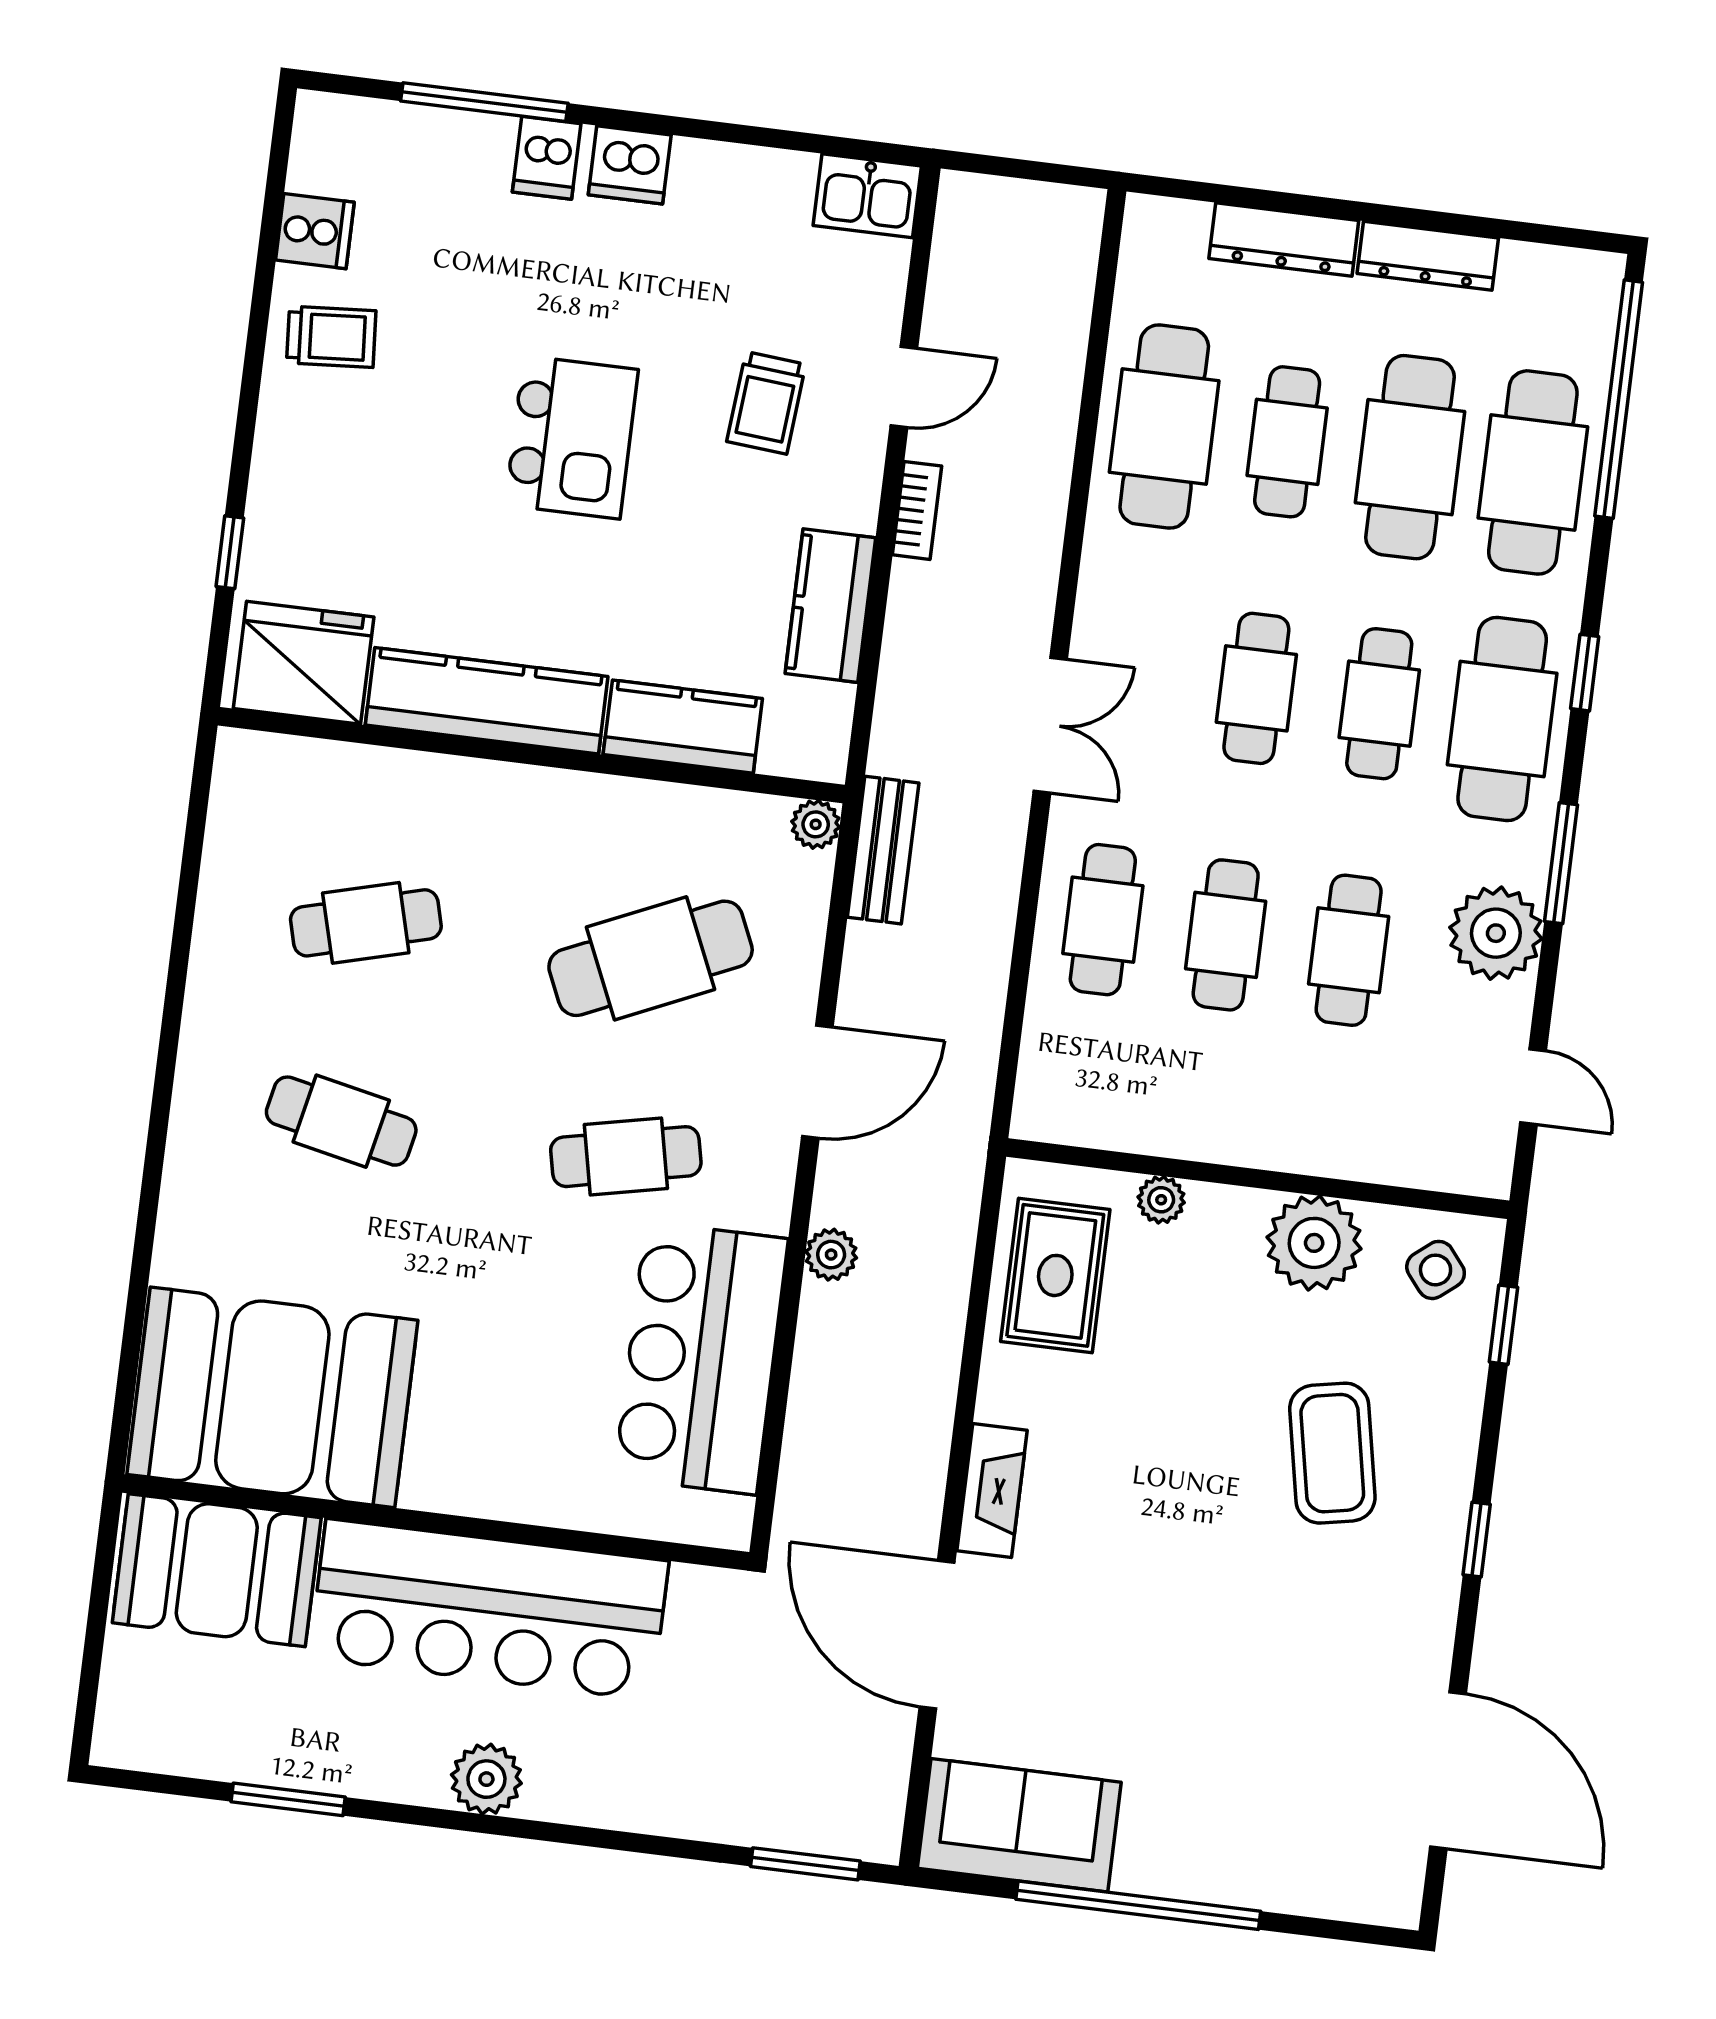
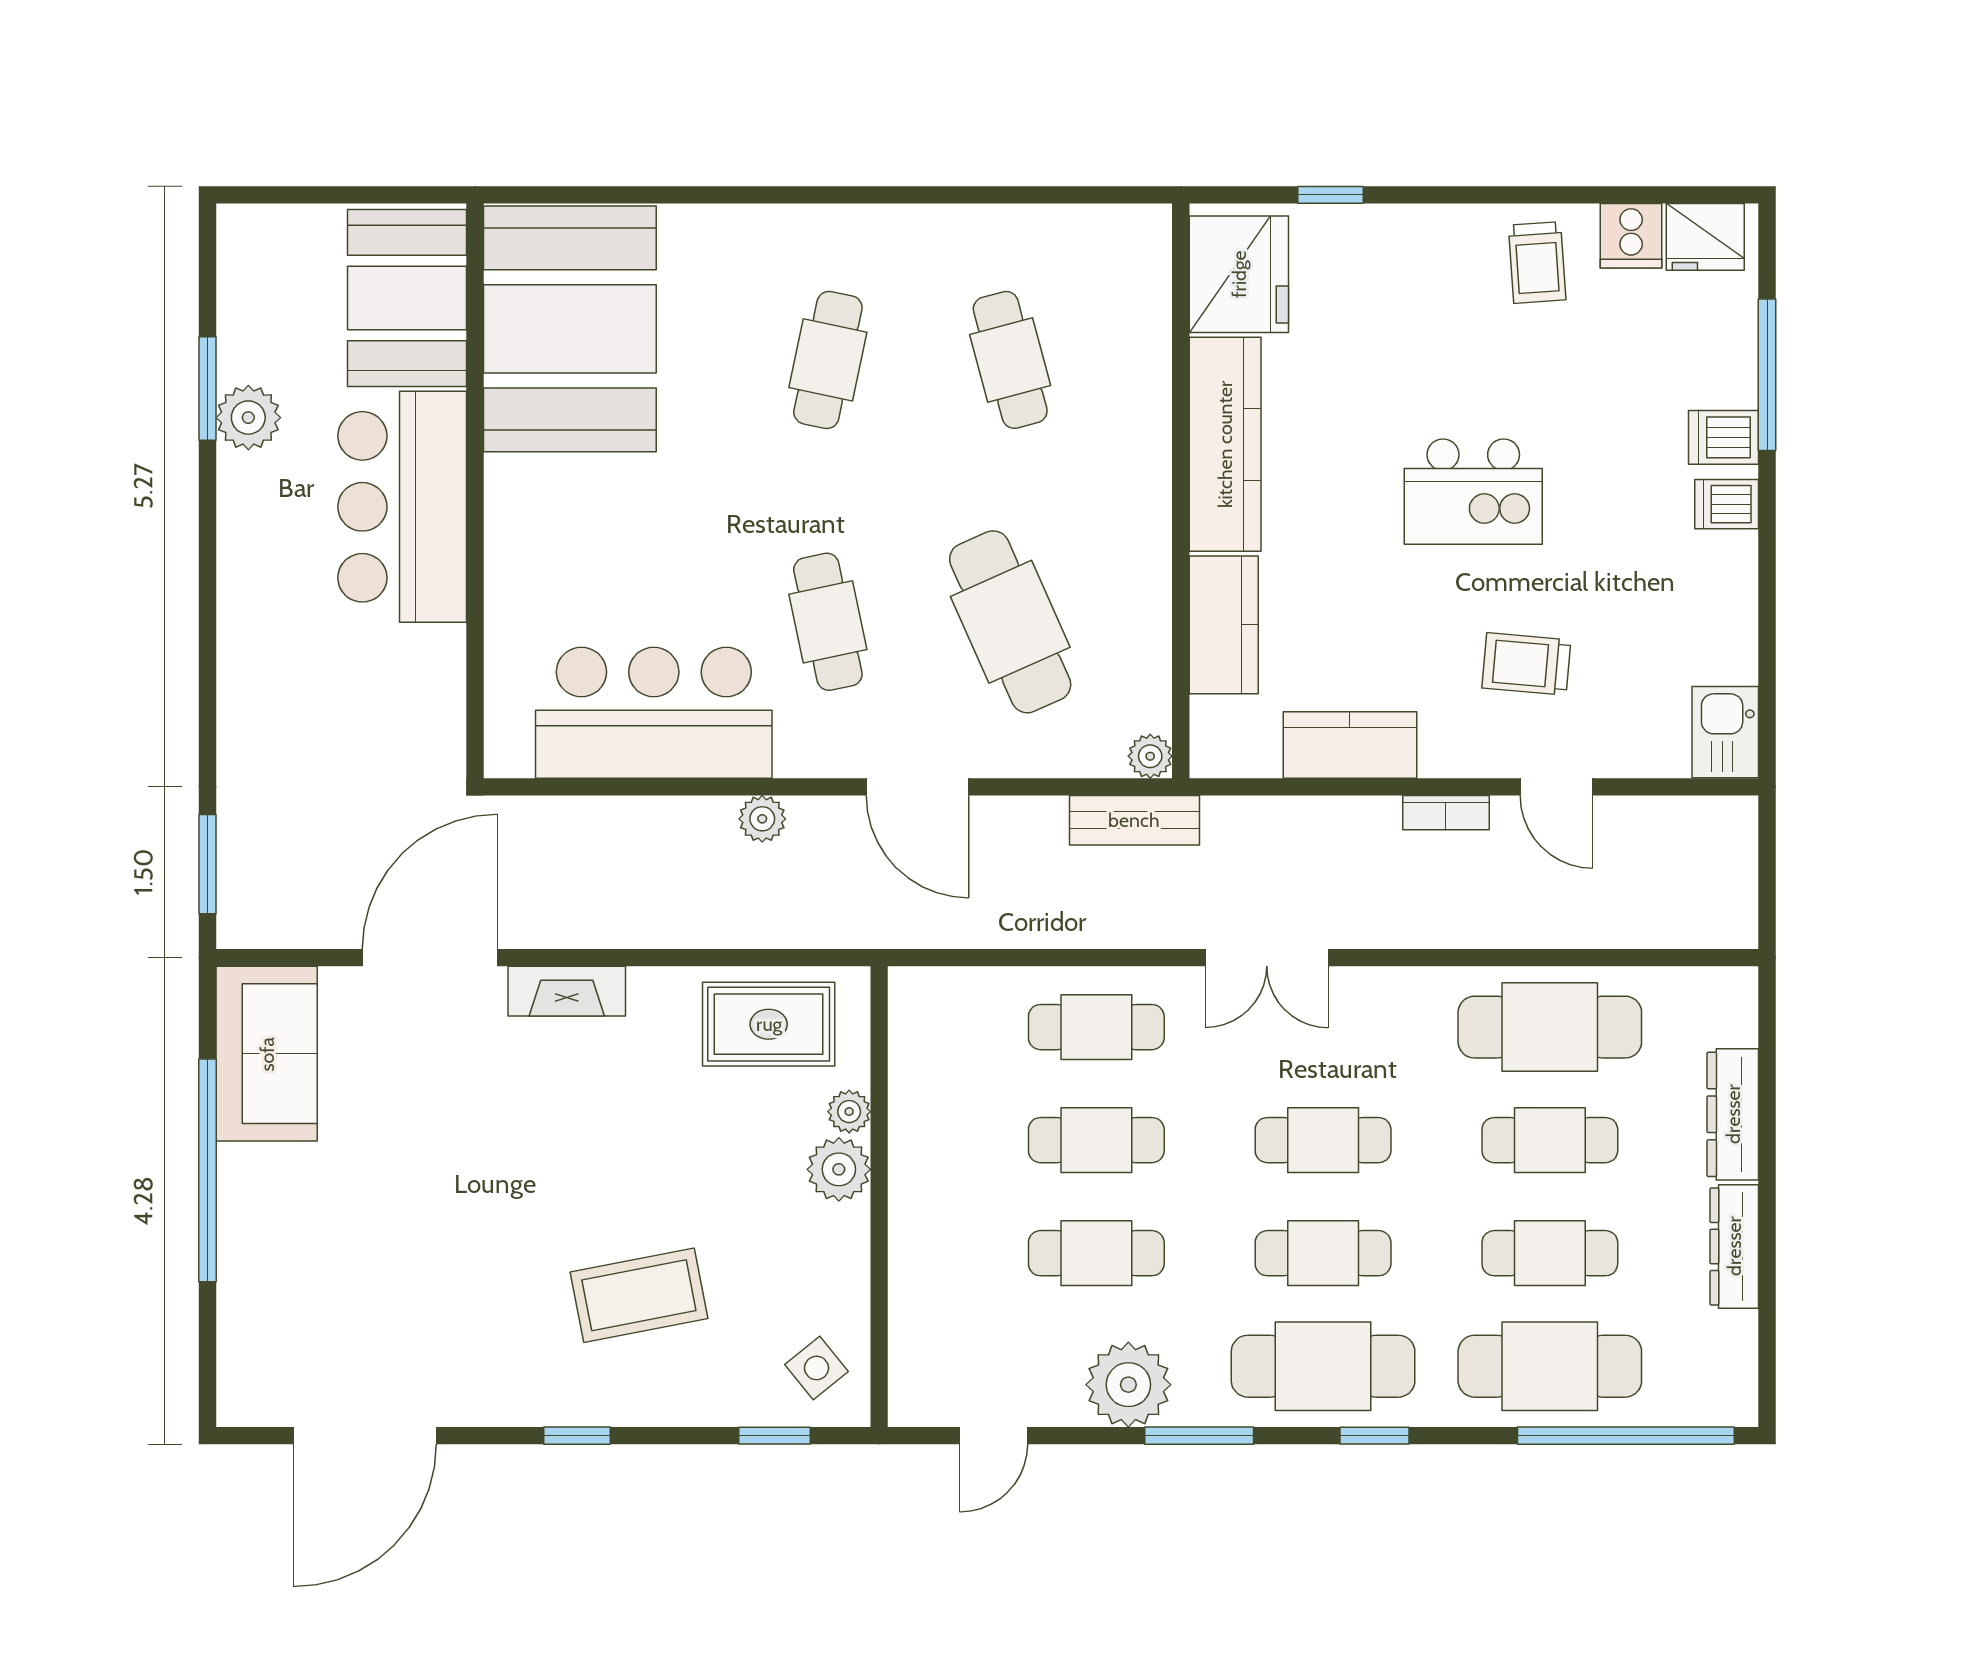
fridge: (326, 151) -> (1705, 237), added
dishwasher: (630, 165) -> (1727, 504), width x0.73
cafe table: (1410, 457) -> (1550, 1253), width x0.73, depth x0.74
plant: (1314, 1243) -> (839, 1169), moved, width x0.73, depth x0.73
bar counter: (489, 1609) -> (402, 507), width x0.73
plant: (486, 1779) -> (248, 418), moved

